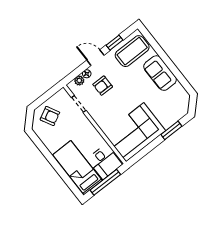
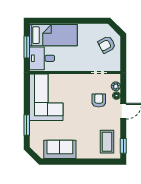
window: (115, 43) -> (123, 146), moved
coffee table: (132, 51) -> (107, 142), width x0.73, depth x0.76
sofa: (160, 73) -> (60, 149), moved
window: (105, 182) -> (27, 47), width x0.69

